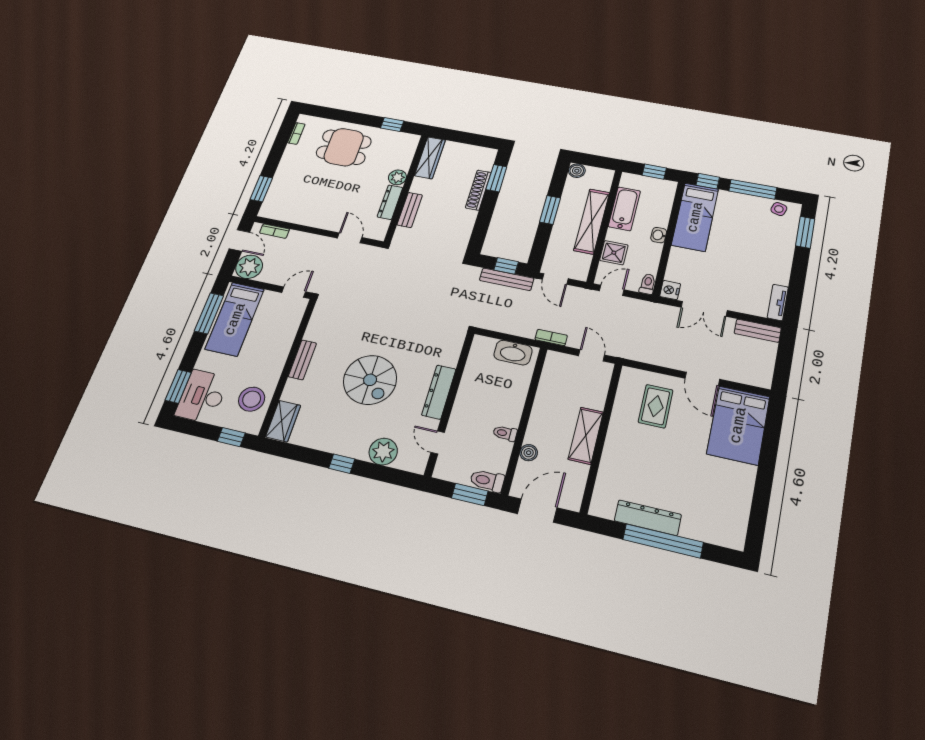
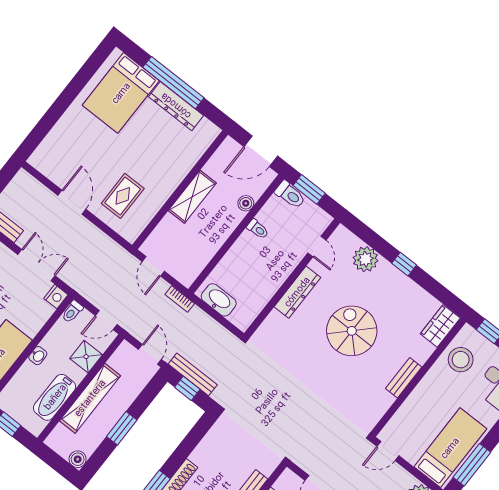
bed: (738, 425) -> (121, 93), moved, turned 180

